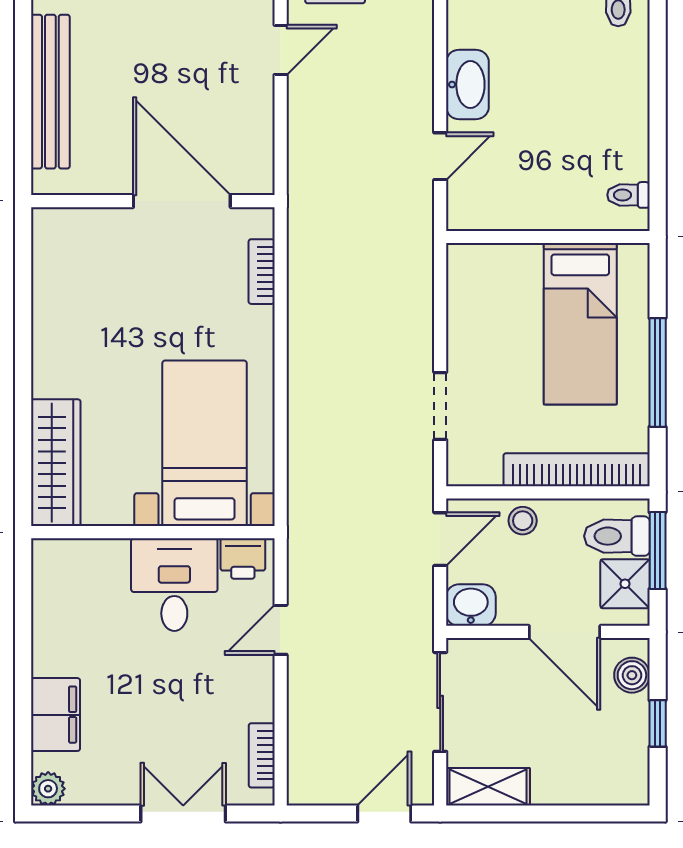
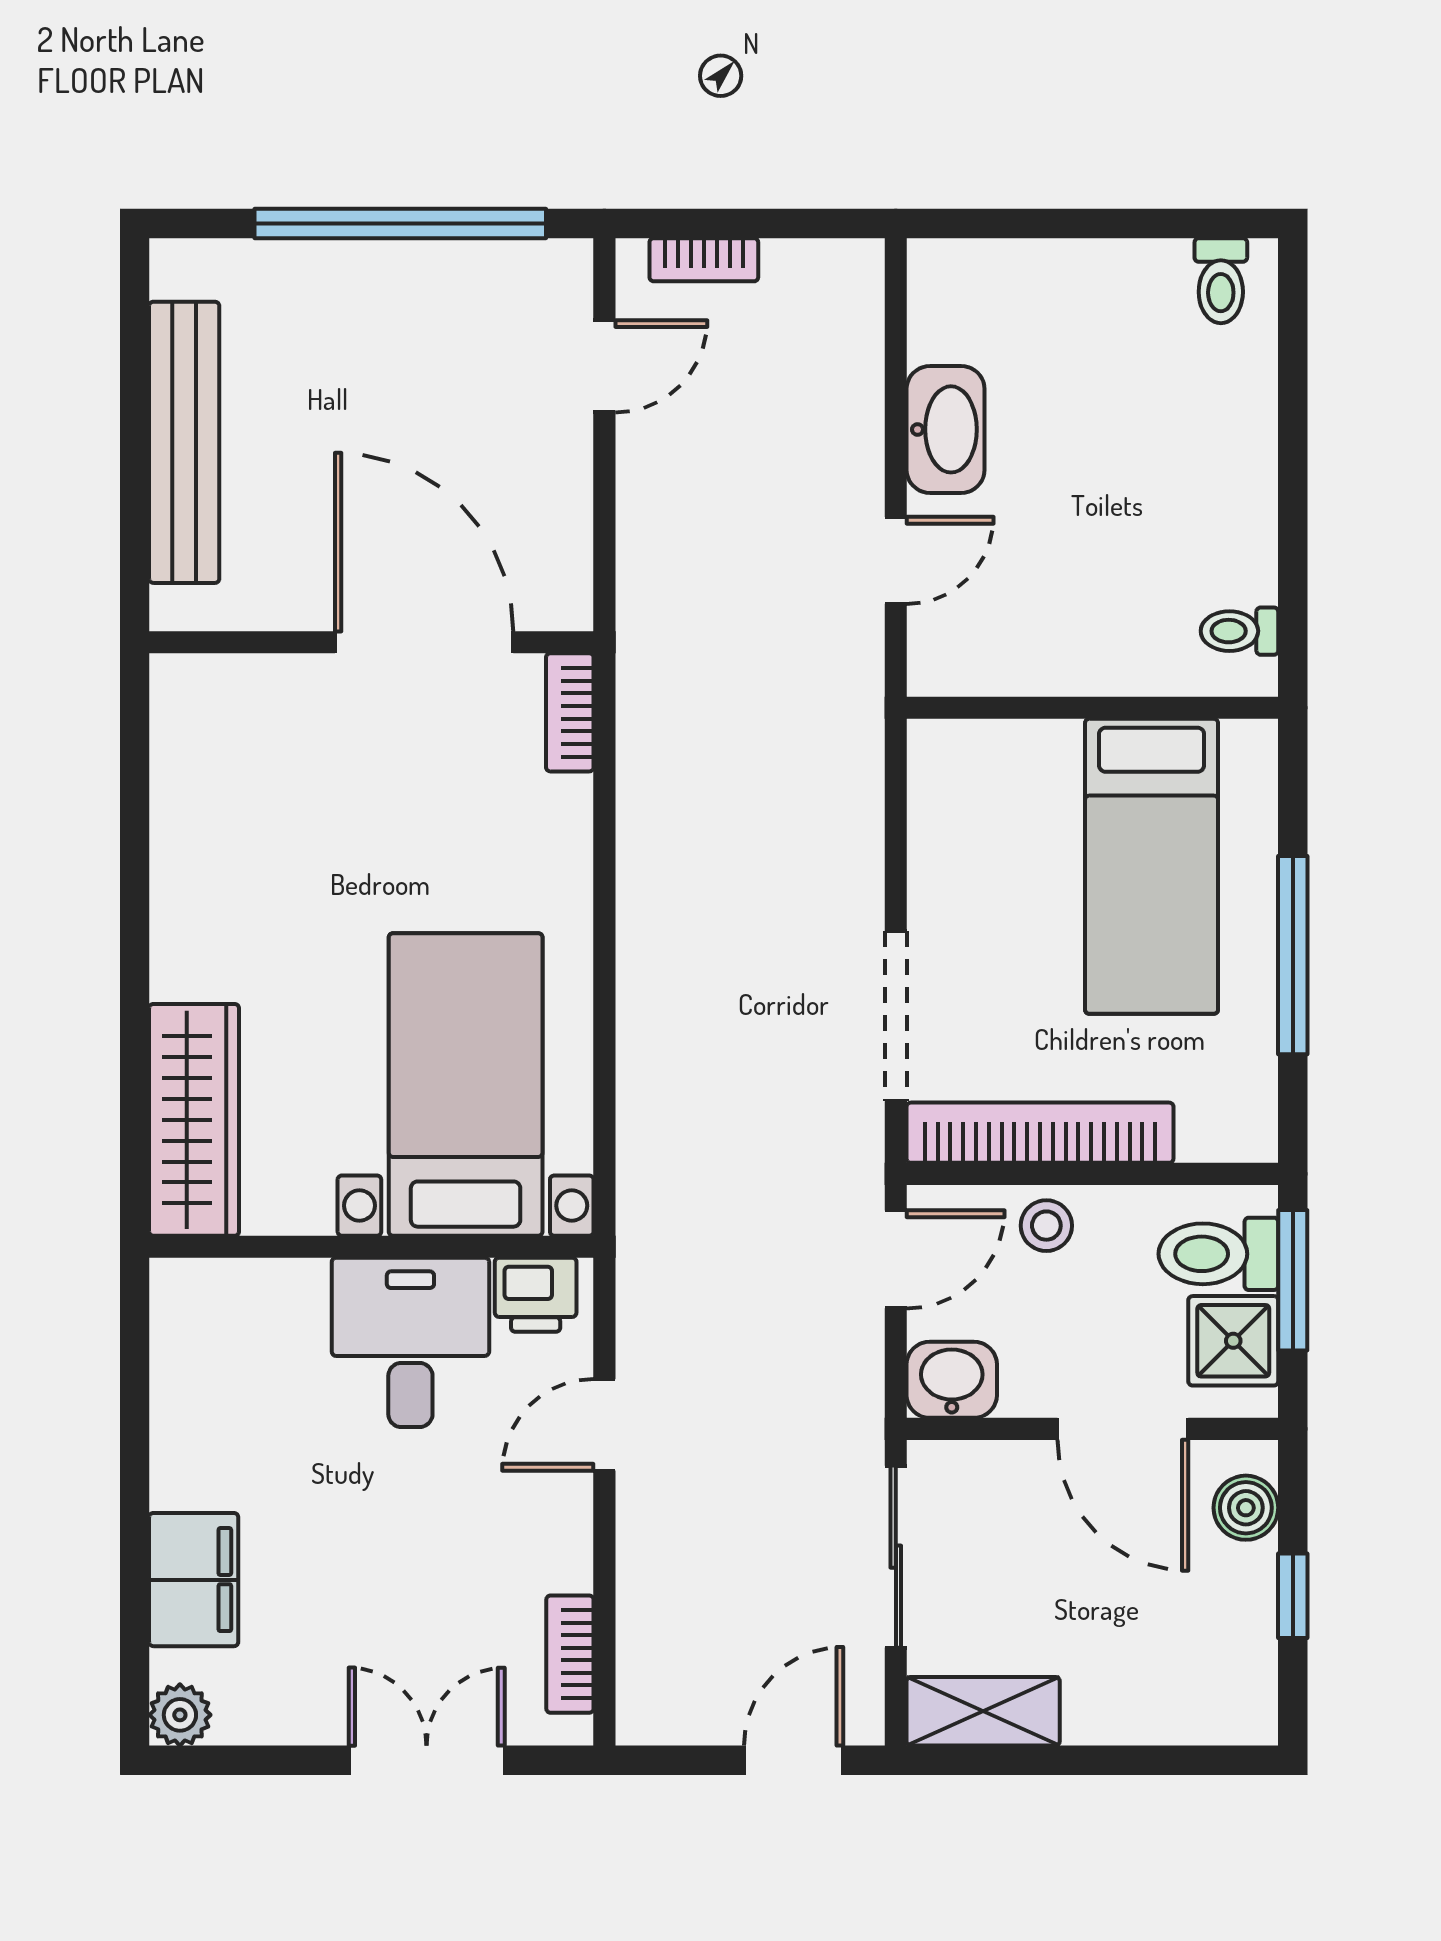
bookcase: (262, 272) -> (570, 712), moved
doorway: (440, 406) -> (896, 1016), width x1.38
bookcase: (577, 470) -> (1040, 1133), moved

